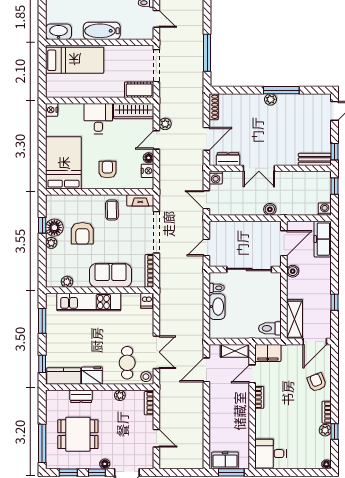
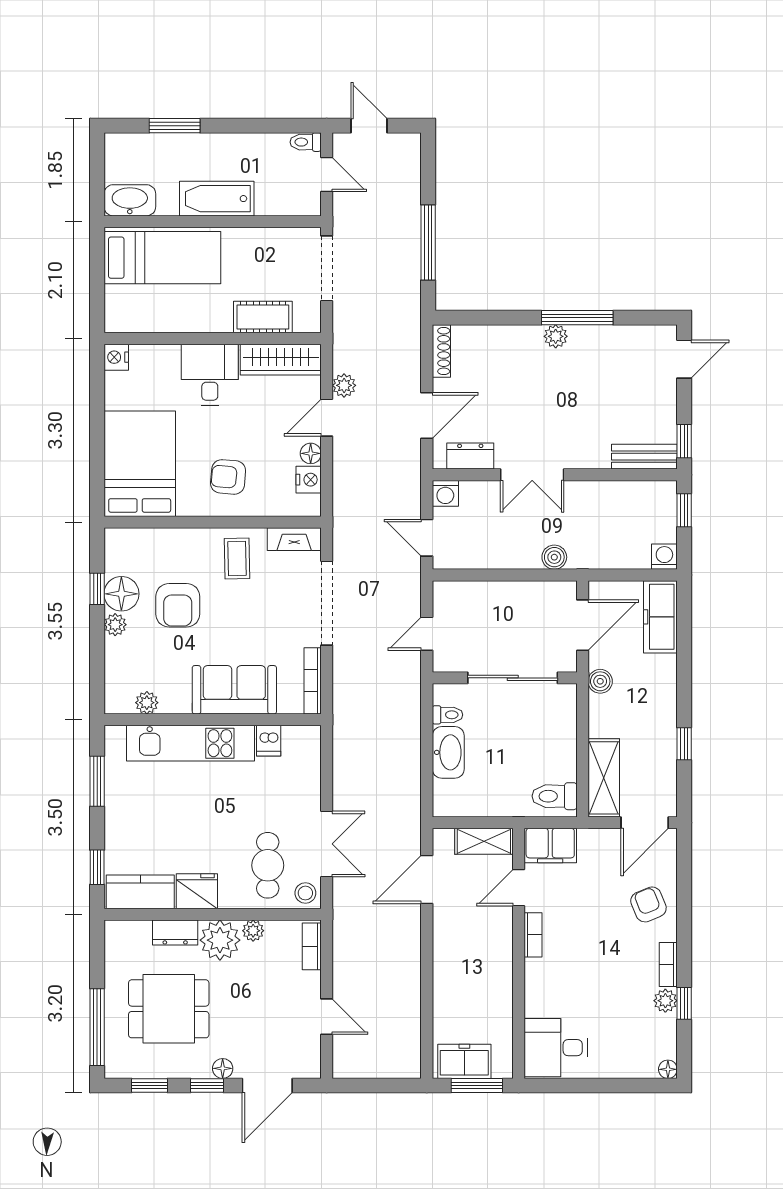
cot: (139, 90) -> (263, 317), moved
armchair: (107, 169) -> (228, 477), turned -85
dishwasher: (147, 301) -> (269, 741), moved
plant: (103, 400) -> (220, 940), added

